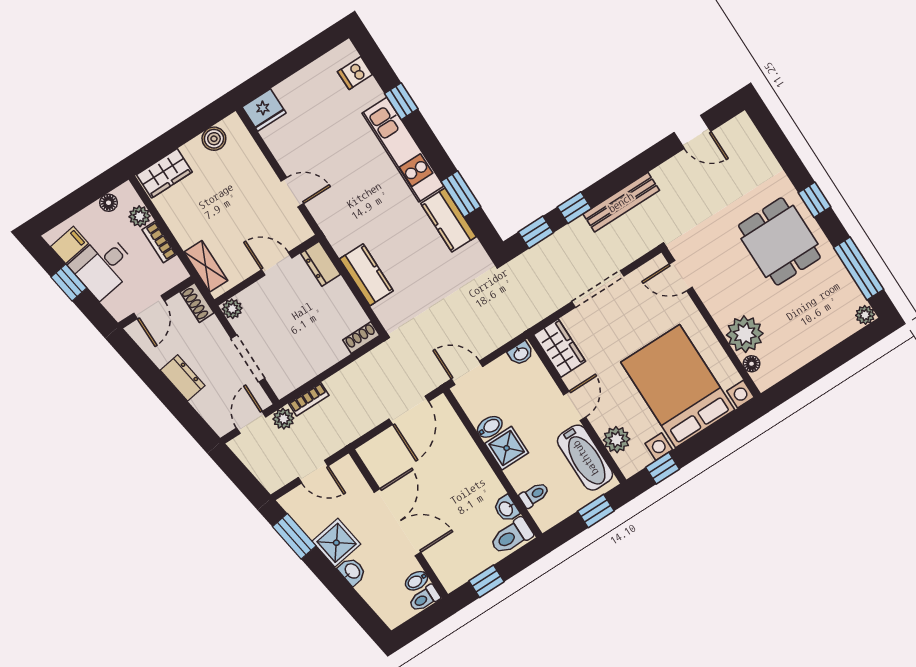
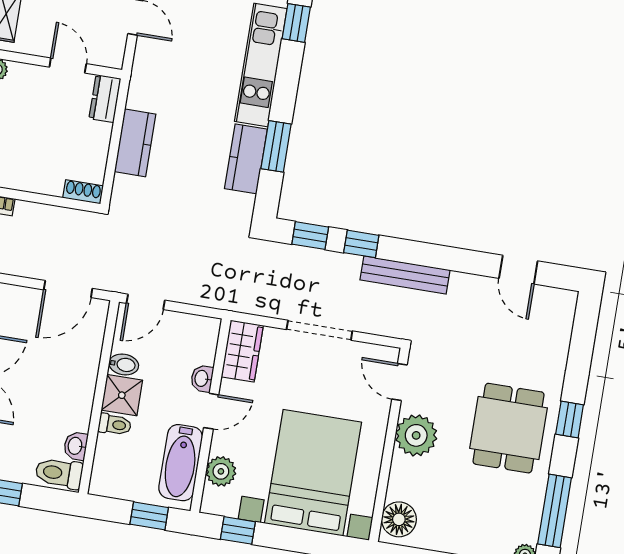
plant: (745, 334) -> (416, 435), moved
washbasin: (521, 354) -> (202, 379), moved, turned 90
floor lamp: (752, 364) -> (399, 519), width x1.89, depth x1.89
door: (467, 373) -> (146, 302), swing flipped
toilet: (534, 495) -> (115, 425), moved

